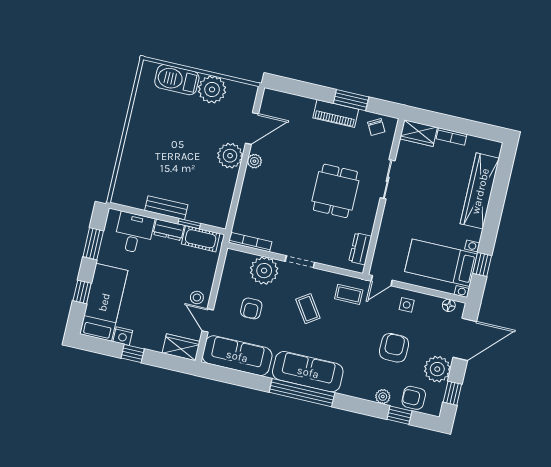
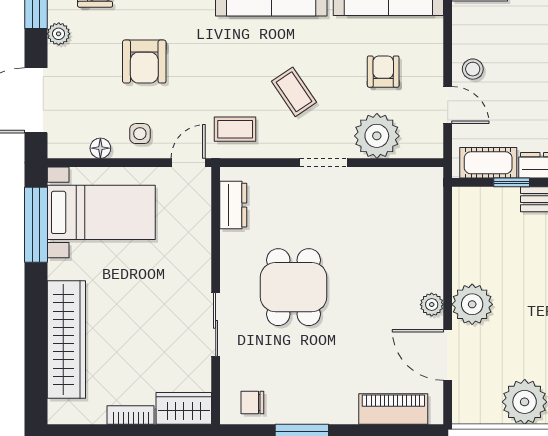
piano: (336, 114) -> (393, 409), moved
chair: (376, 127) -> (252, 403), turned -61
door: (252, 128) -> (448, 355), hinge flipped
bookcase: (250, 242) -> (409, 176), removed
window: (482, 264) -> (36, 225), width x2.17
floor lamp: (449, 305) -> (100, 148), moved
door: (208, 320) -> (448, 105), moved
plant: (437, 369) -> (59, 34), width x0.53, depth x0.53

